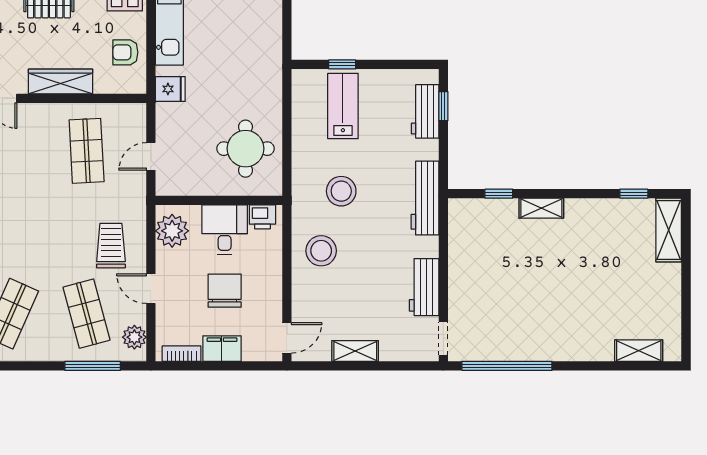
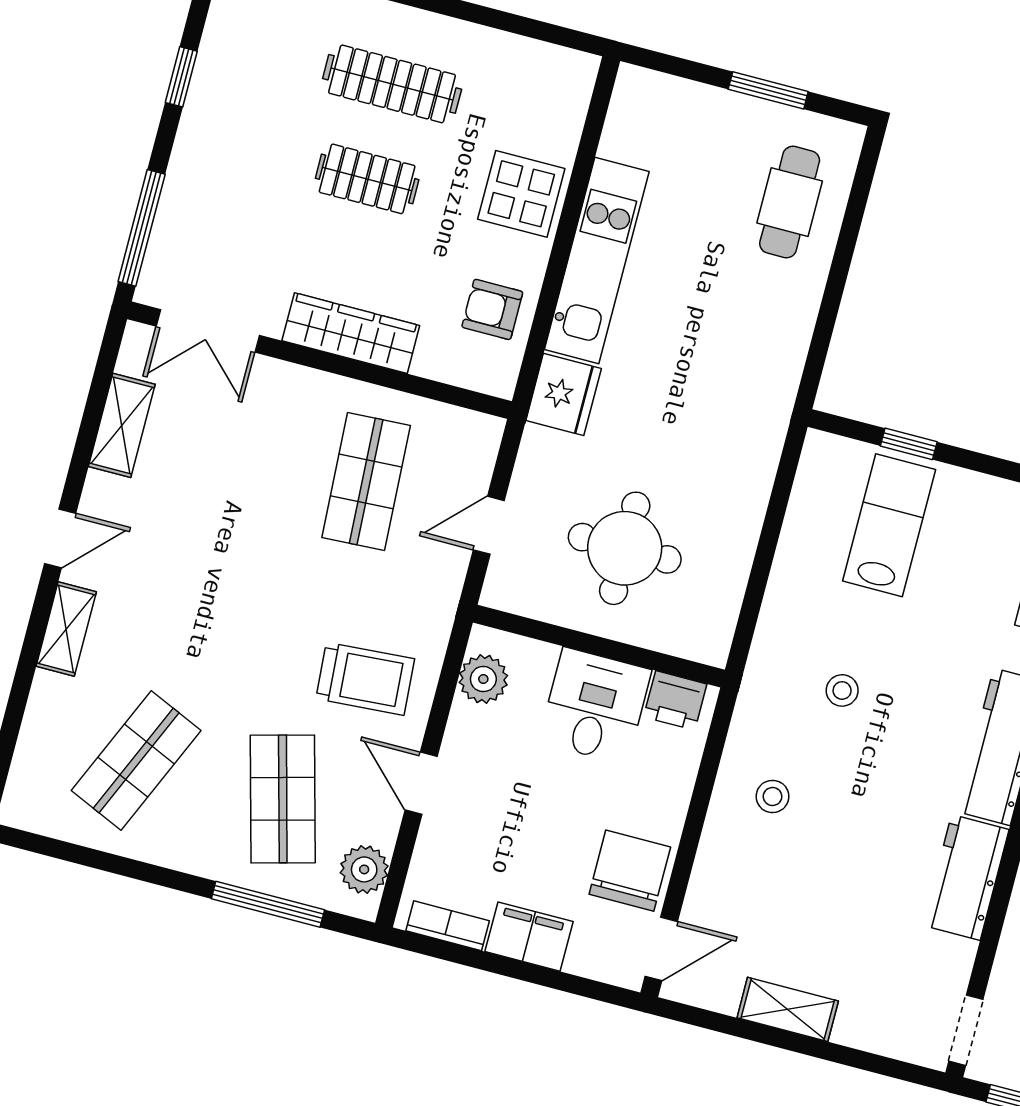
fridge: (170, 89) -> (564, 394), width x1.38
round table: (246, 149) -> (625, 548), moved
stool: (341, 191) -> (842, 690), width x0.53, depth x0.53
plant: (172, 231) -> (483, 679), width x0.73, depth x0.73
trolley: (111, 246) -> (365, 679), turned 86
stool: (321, 251) -> (772, 796), width x0.53, depth x0.53
workbench: (424, 287) -> (966, 877), moved
chair: (225, 291) -> (630, 871), moved

